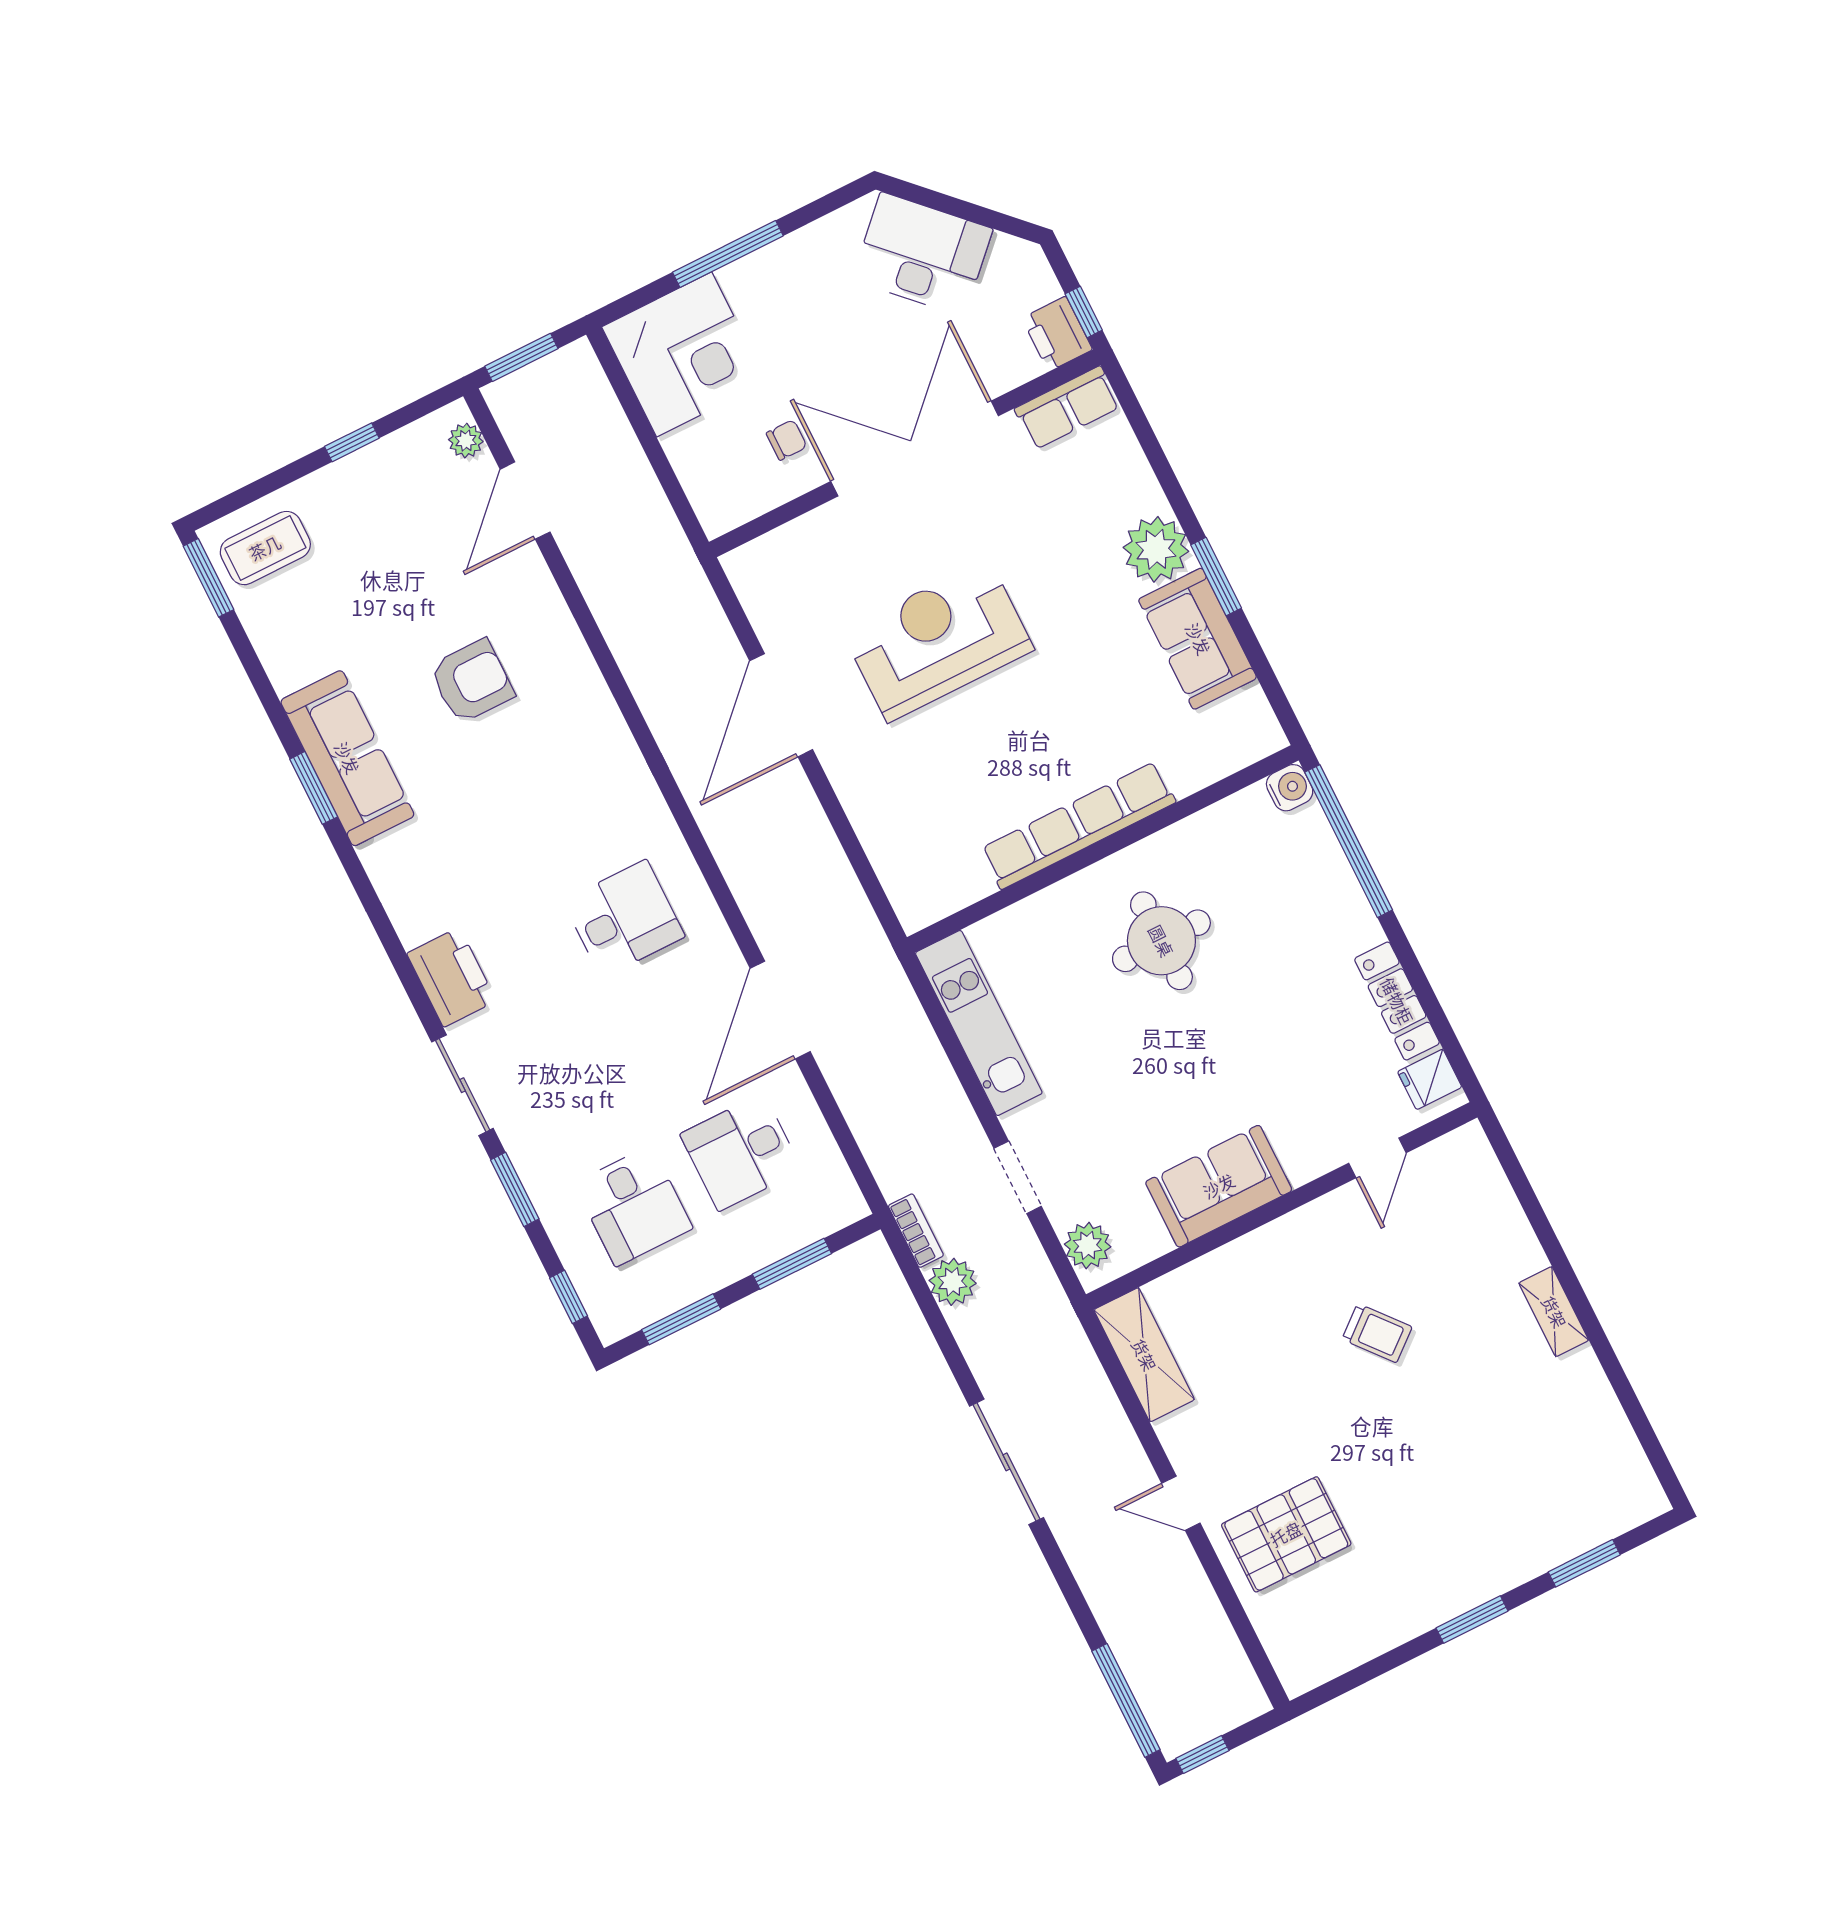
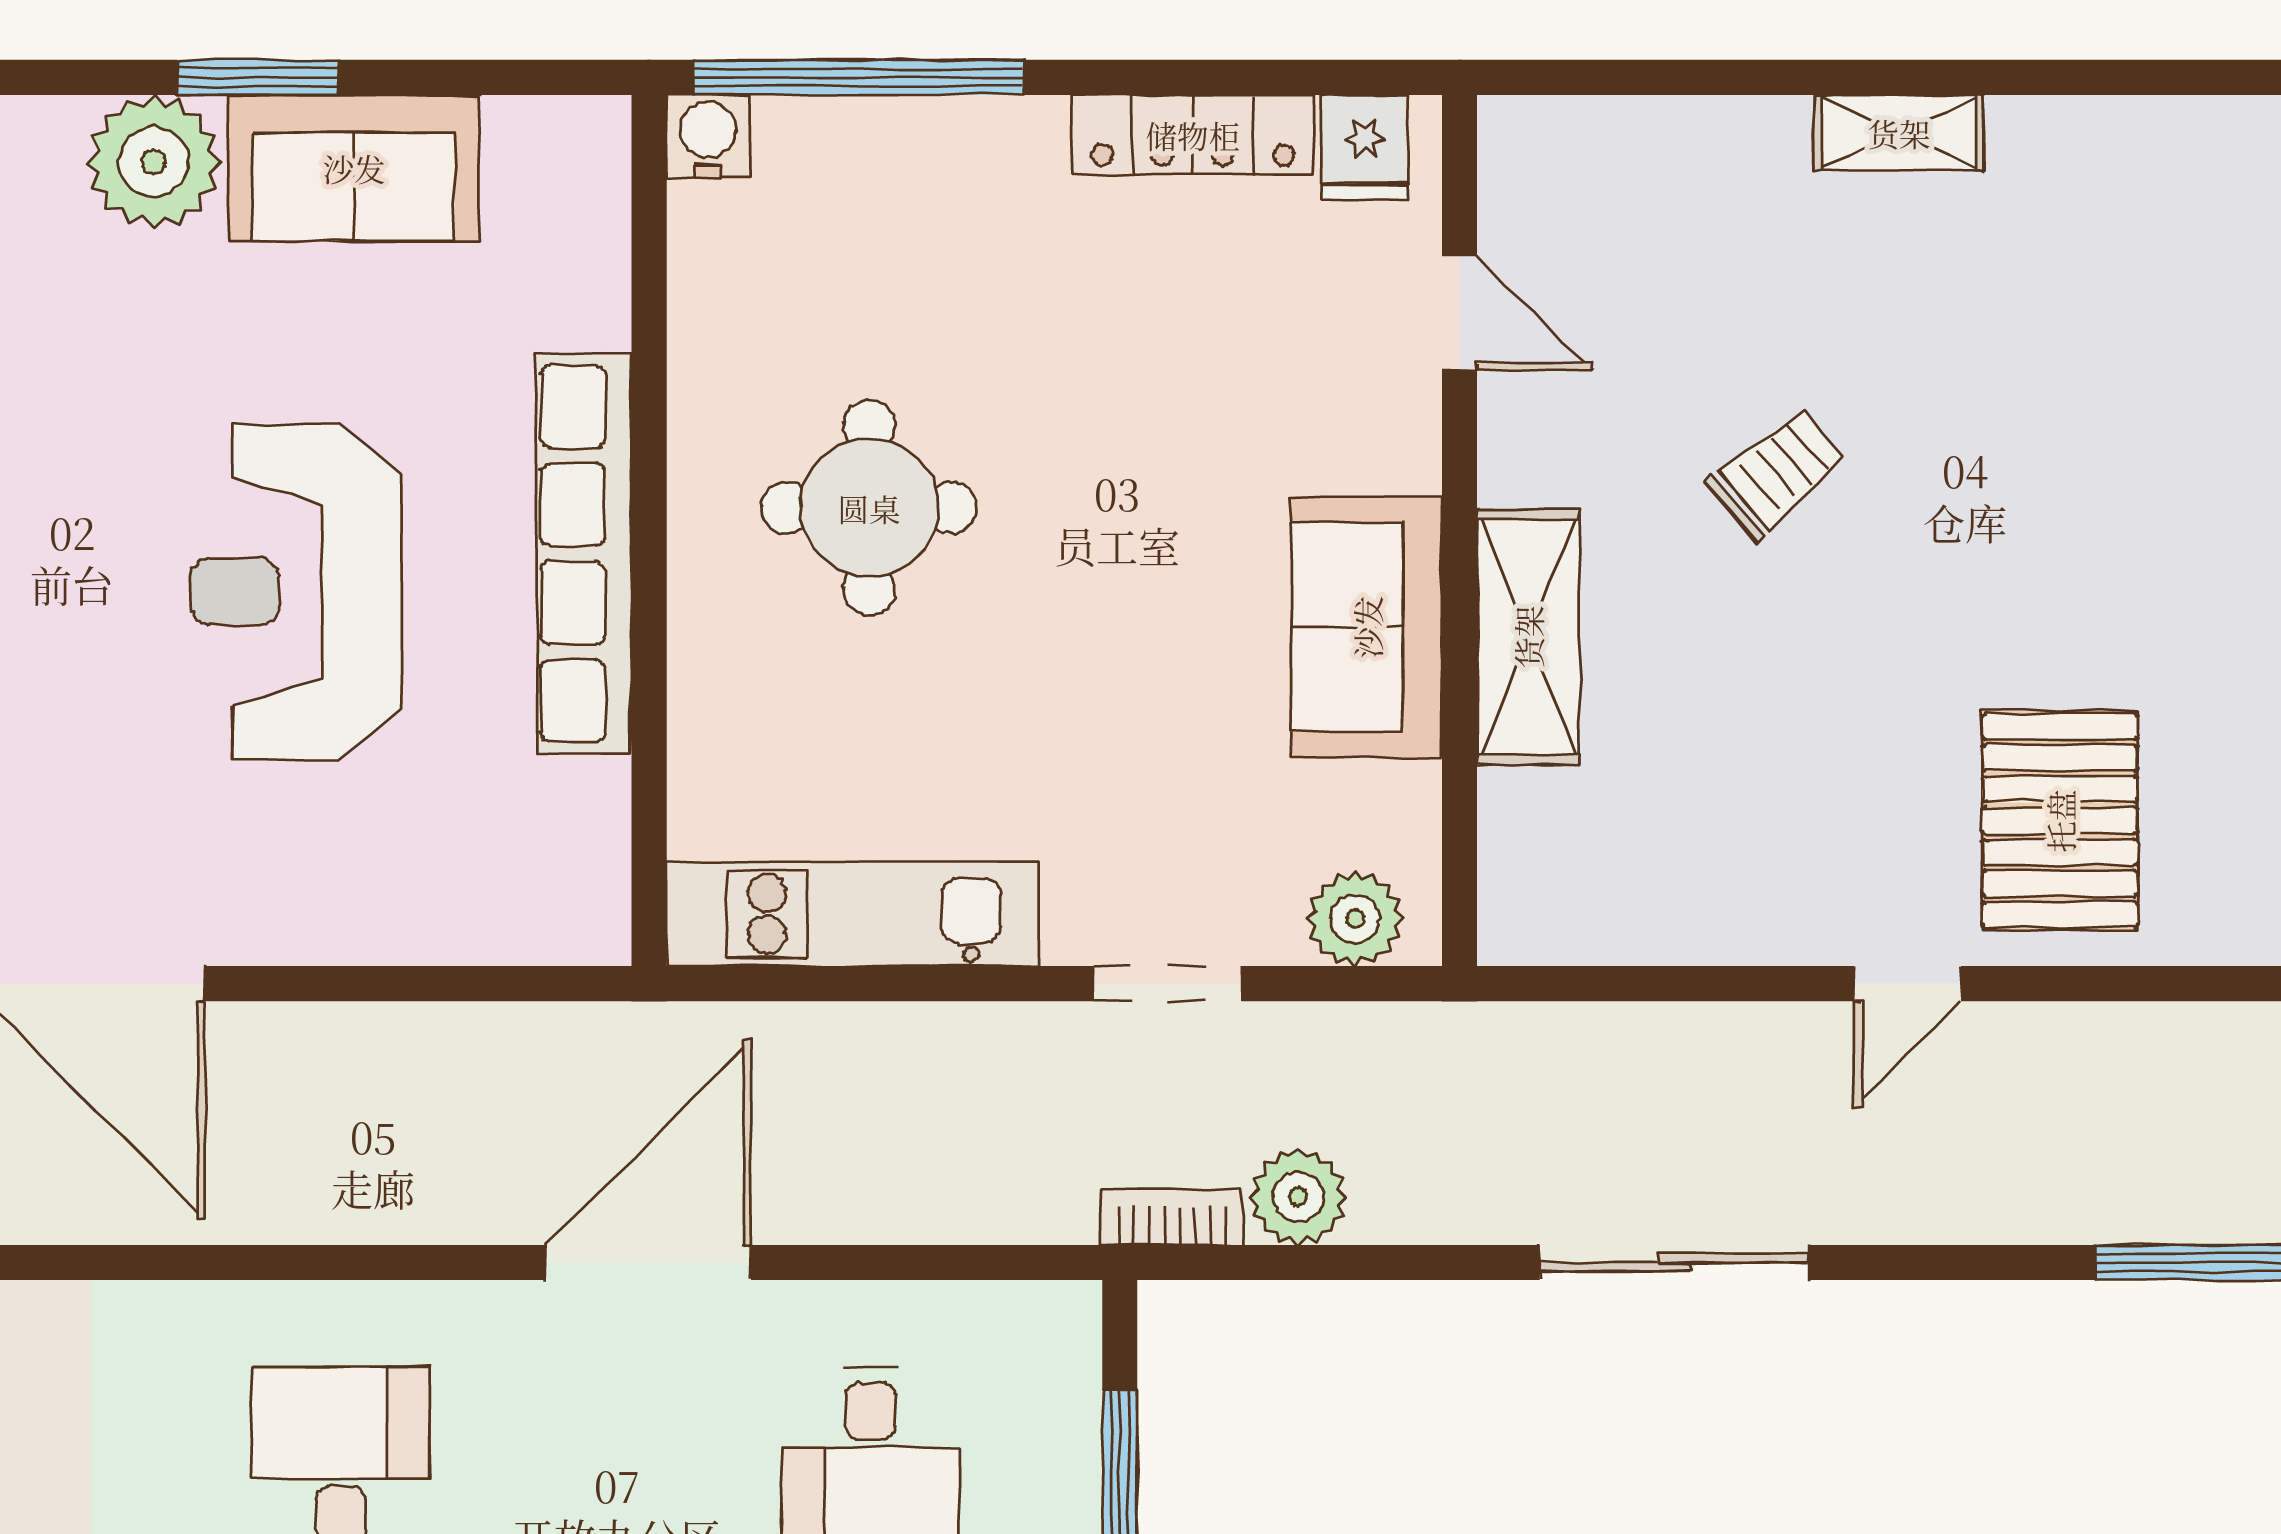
reception desk: (938, 640) -> (296, 591), moved
door: (780, 1010) -> (648, 1263), swing flipped
shelving: (1144, 1355) -> (1528, 637), moved, turned 90

